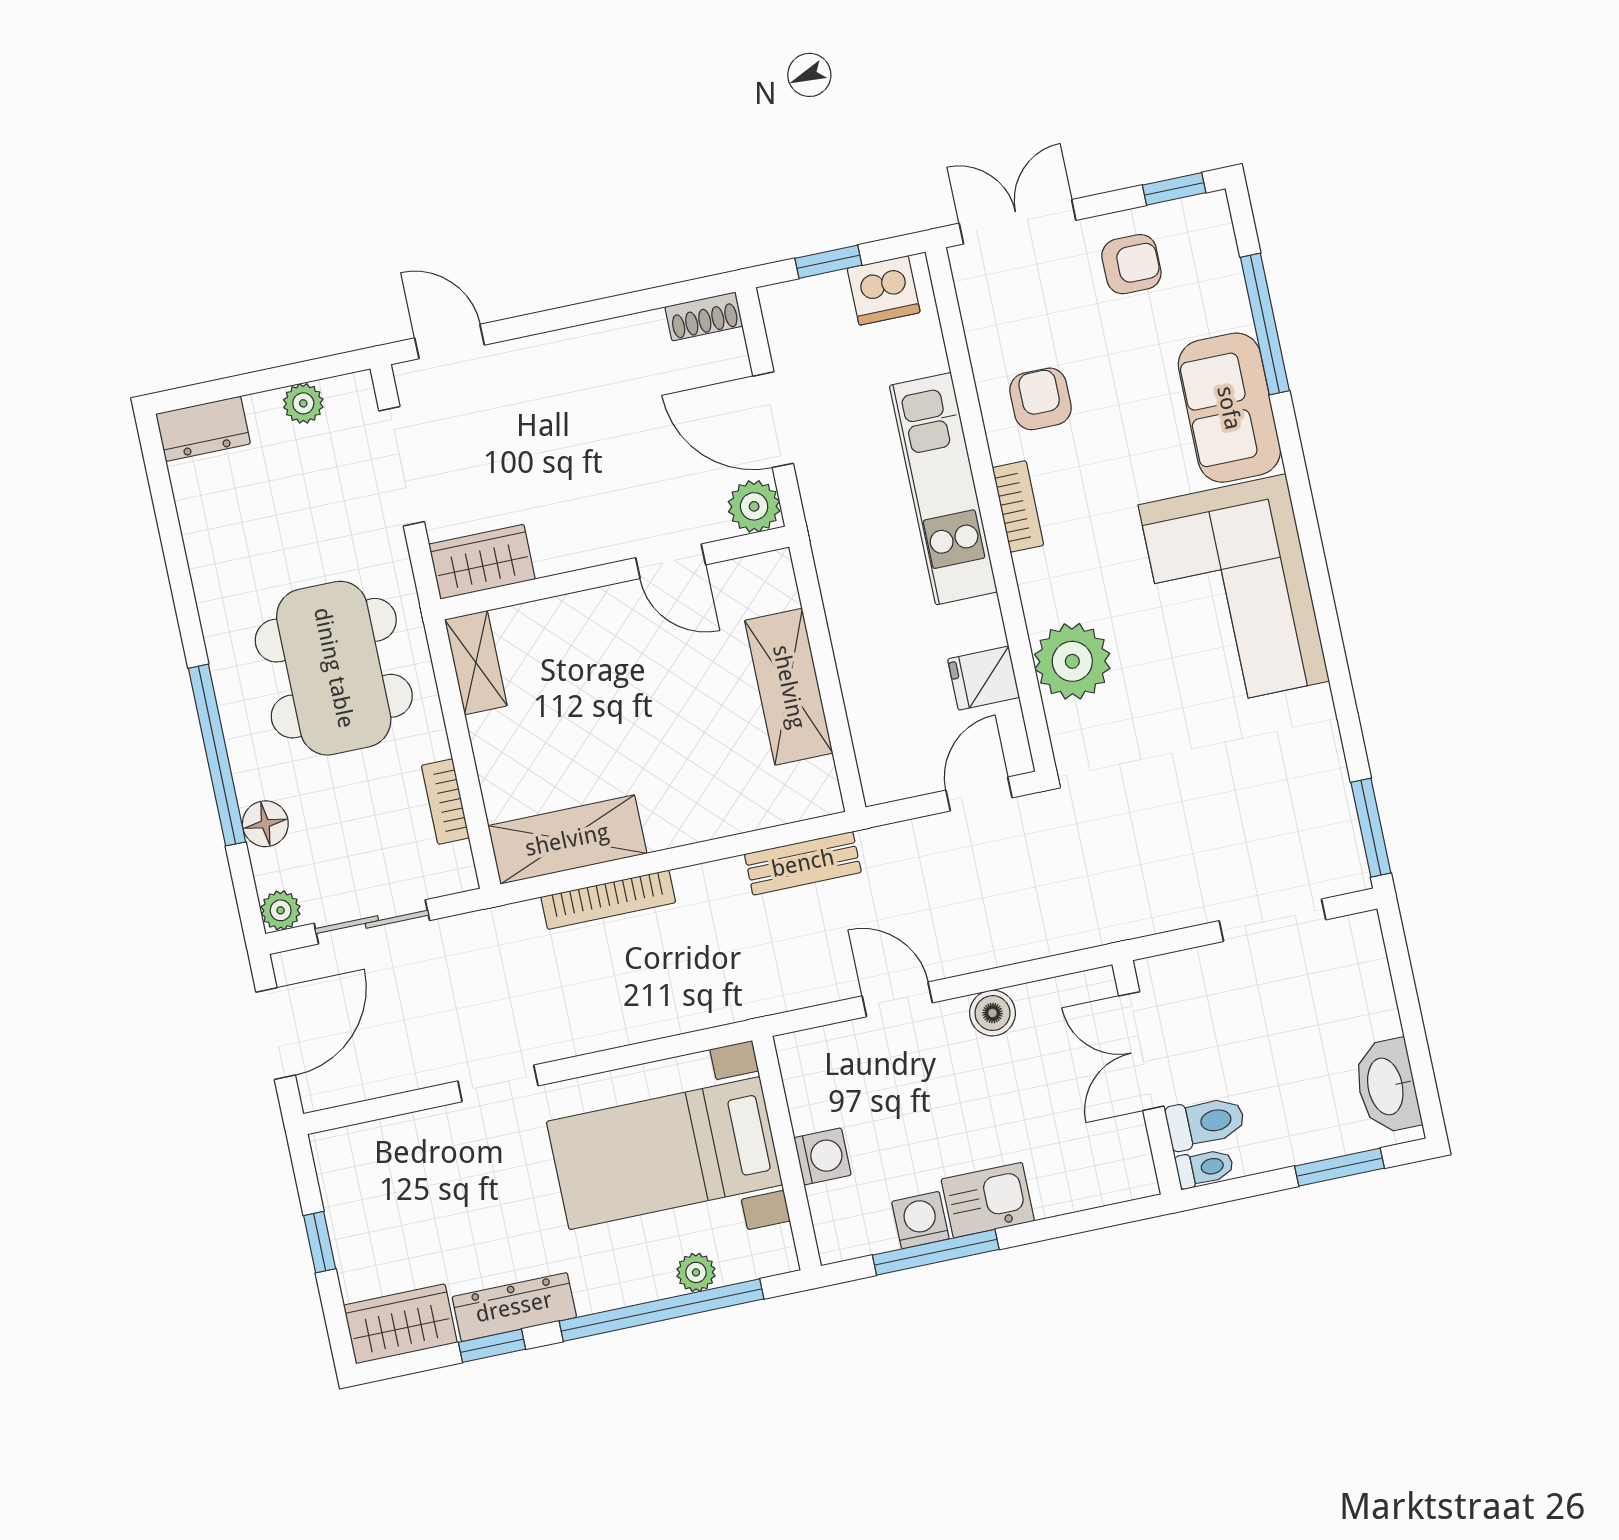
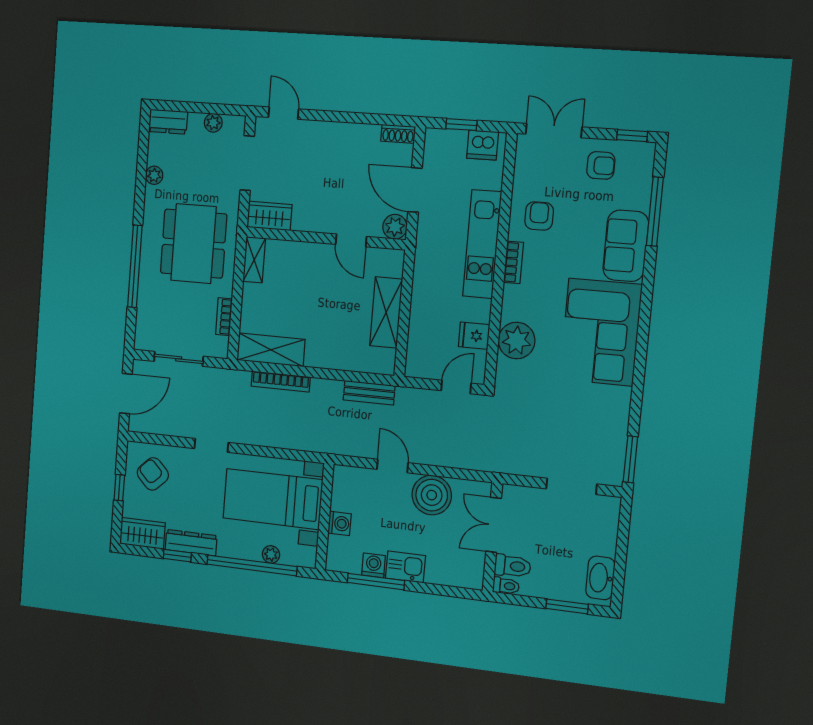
floor lamp: (265, 824) -> (146, 302), removed
plant: (281, 910) -> (154, 175), moved
boiler: (992, 1013) -> (432, 495), width x1.86, depth x1.86
armchair: (386, 1187) -> (153, 474), added

